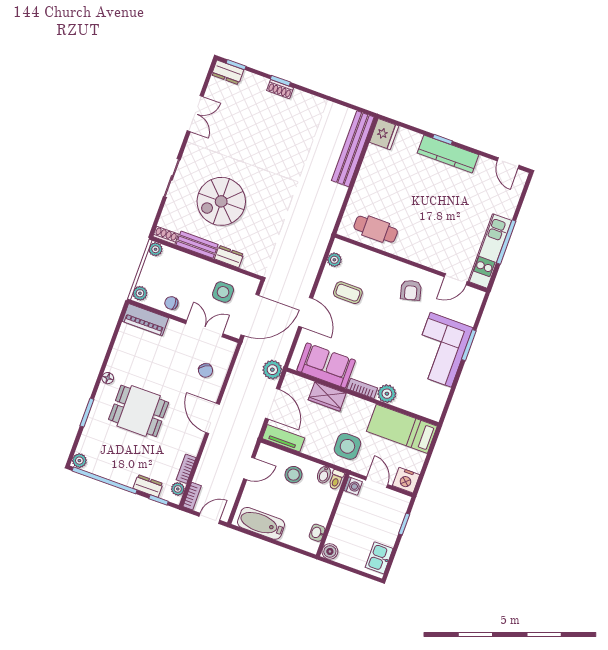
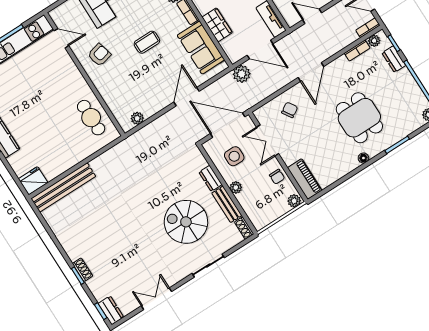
spiral stairs: (221, 201) -> (186, 222), turned 180
plant: (155, 249) -> (236, 187), moved
coffee table: (348, 293) -> (147, 42), moved, turned 90
door: (273, 404) -> (260, 50), swing flipped

